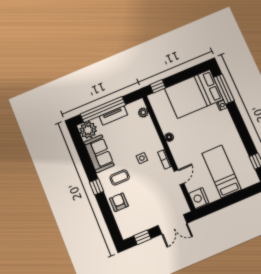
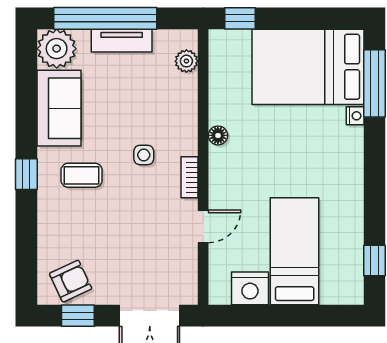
nightstand: (199, 198) -> (250, 288), moved, turned -90
armchair: (119, 202) -> (71, 281), moved, turned 65

